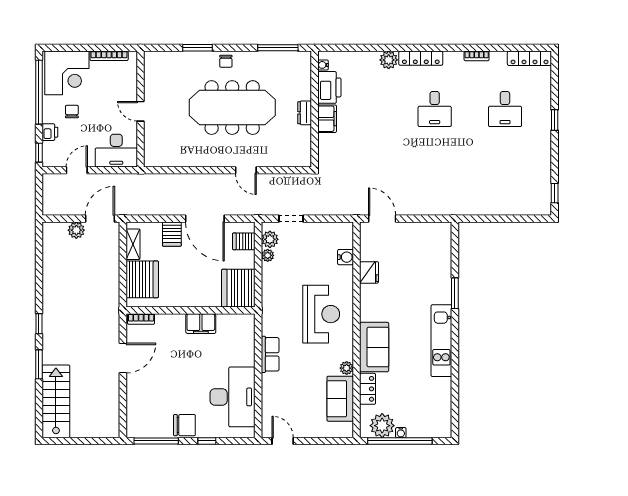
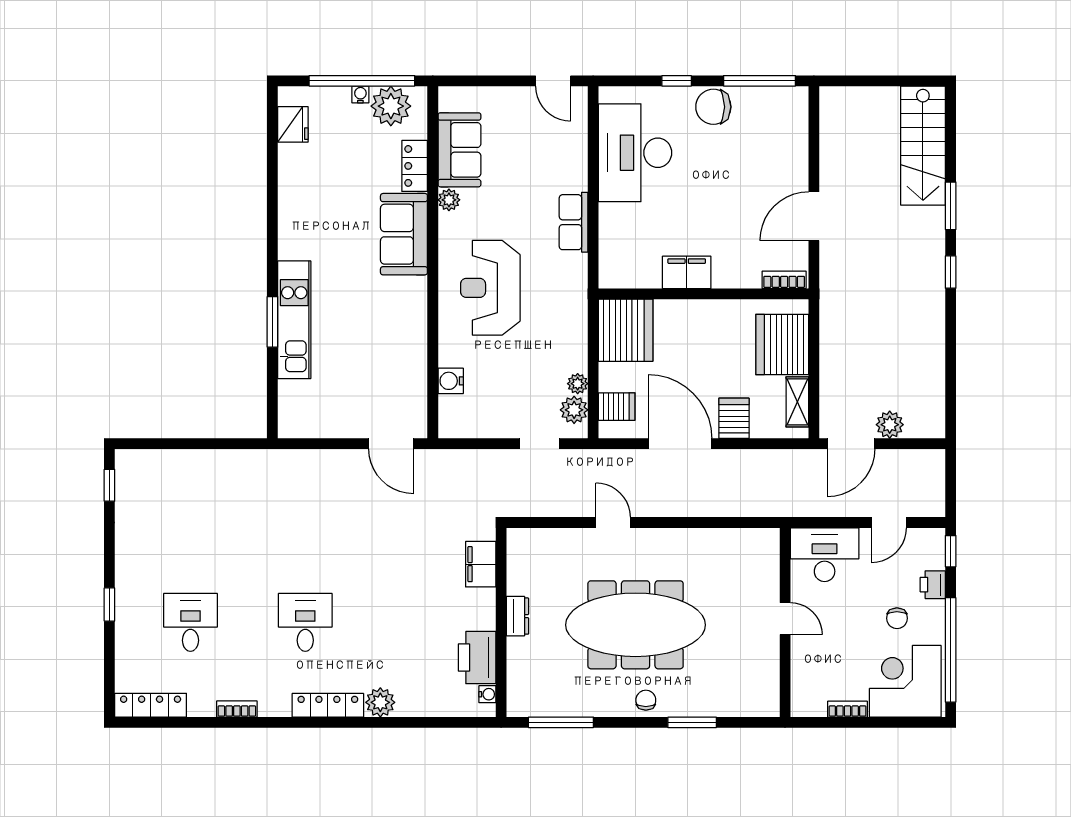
bookcase: (109, 56) -> (848, 709), width x0.64
filing cabinet: (327, 119) -> (481, 564), moved
fridge: (369, 272) -> (293, 124), moved, turned 180
kitchen unit: (441, 341) -> (294, 320), moved

